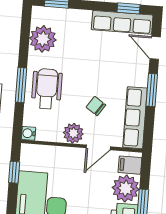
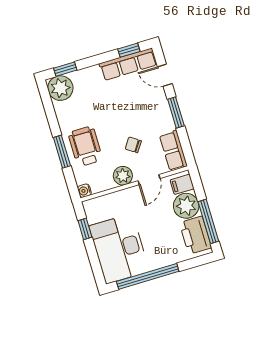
plant: (43, 39) -> (60, 88), moved
row of seats: (135, 118) -> (173, 151), width x0.68

